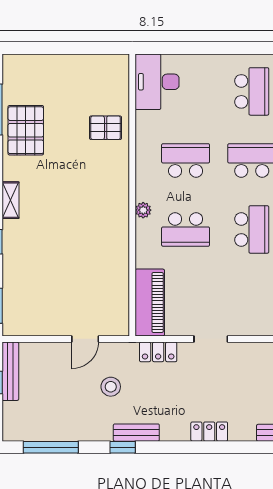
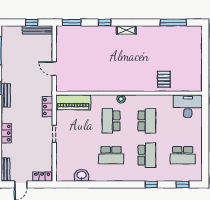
pallet: (26, 130) -> (163, 38), removed
stool: (111, 387) -> (29, 82), removed

